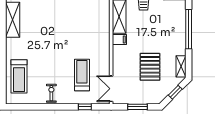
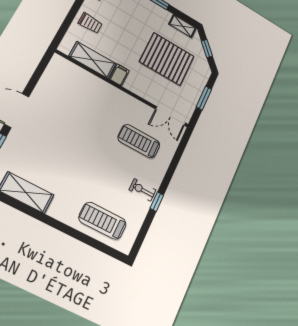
pallet: (150, 67) -> (167, 59), width x1.37, depth x1.41
treadmill: (19, 76) -> (103, 221), turned 180
window: (85, 107) -> (157, 202), moved

